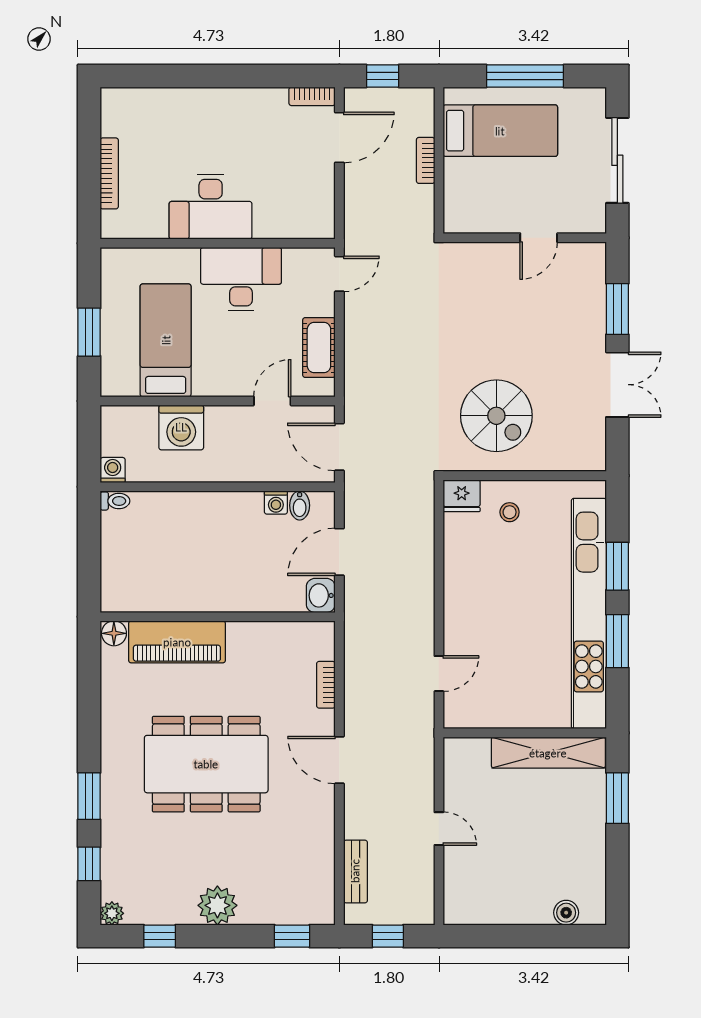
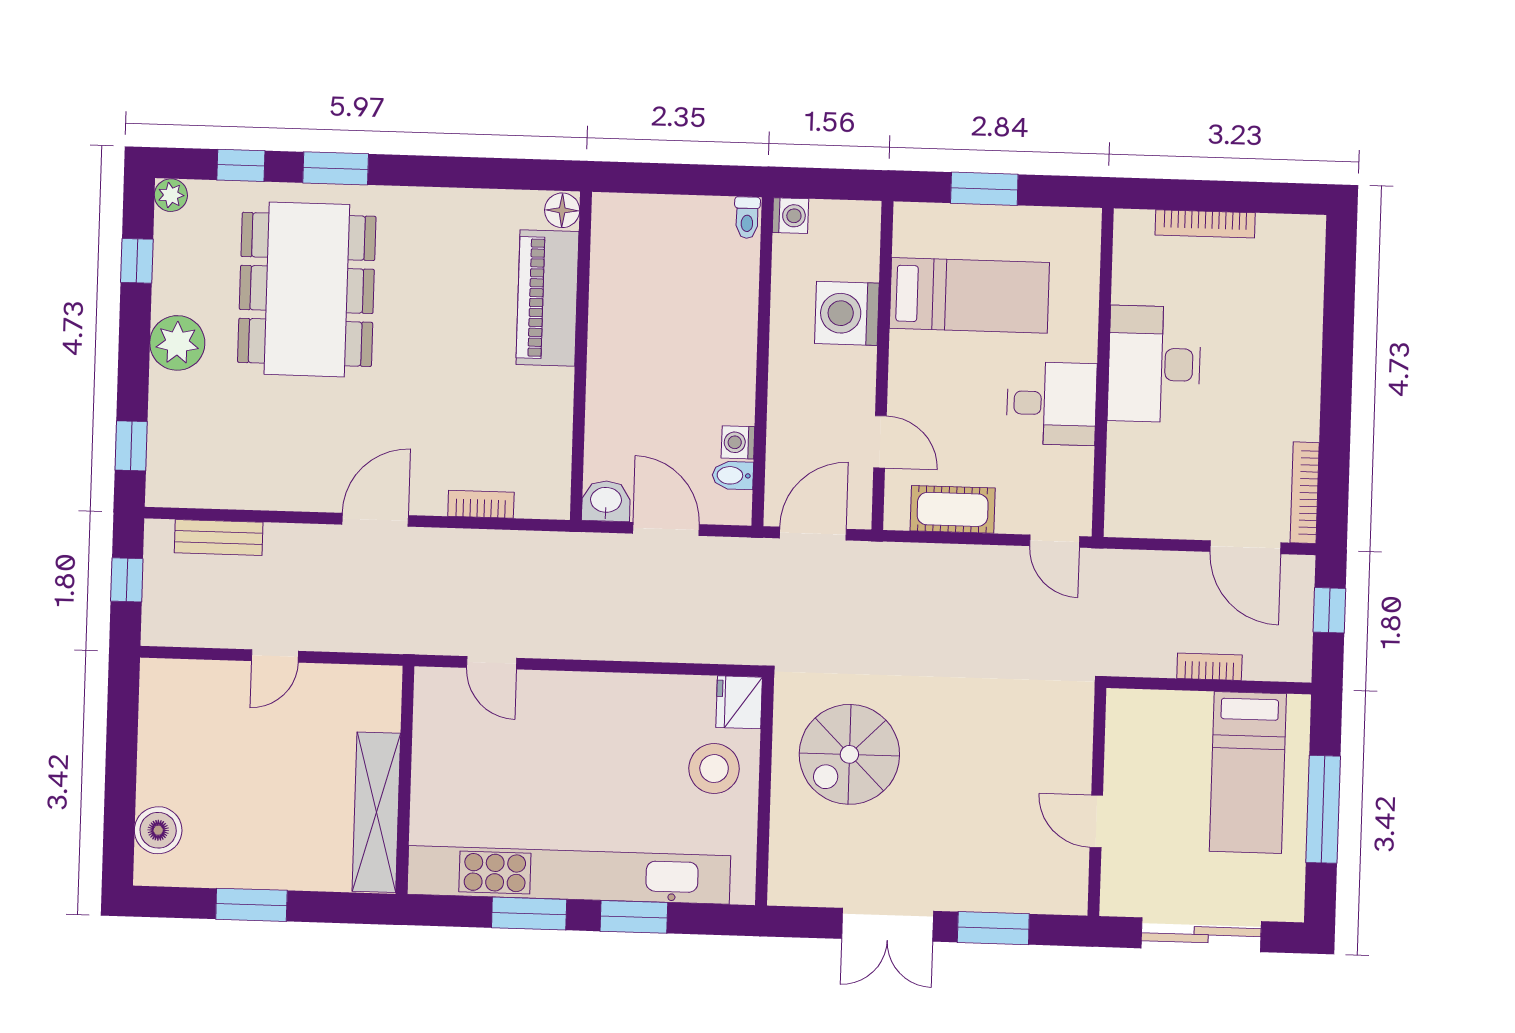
bookcase: (312, 96) -> (1305, 493), width x1.56
desk: (241, 279) -> (1052, 403), width x0.73
stool: (510, 512) -> (714, 769), width x1.89, depth x1.89
dining table: (206, 764) -> (307, 289), moved
window: (617, 798) -> (251, 905), moved
boiler: (566, 913) -> (158, 830), width x1.36, depth x1.36

